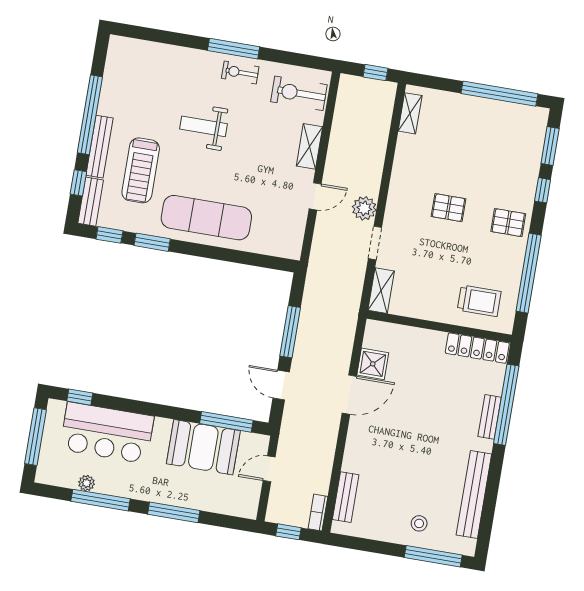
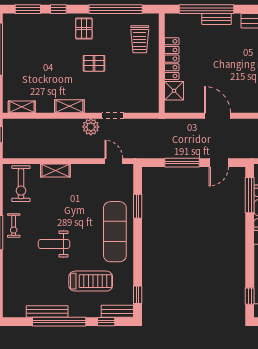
weight bench: (203, 126) -> (54, 244), turned 90
bench: (100, 147) -> (47, 311), moved
door: (315, 196) -> (114, 161), moved
pallet: (449, 208) -> (94, 63), moved, turned 90
window: (152, 242) -> (138, 206), moved
shelving: (381, 291) -> (69, 106), moved
trolley: (479, 301) -> (140, 39), turned 180
locker: (477, 348) -> (172, 59), moved
shower: (373, 364) -> (174, 91), moved

